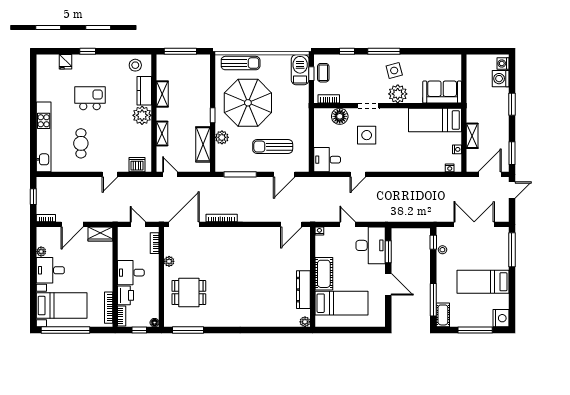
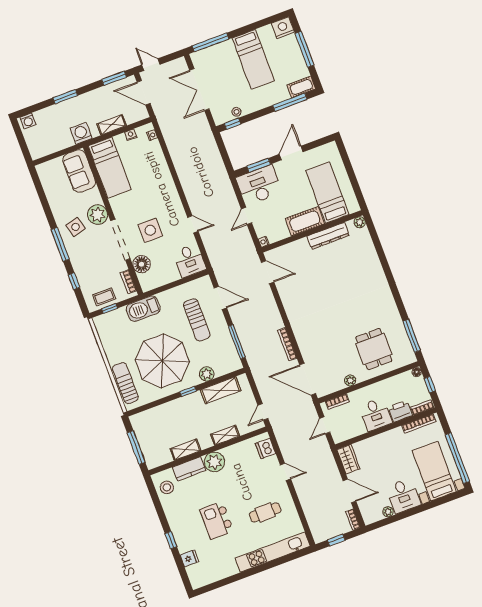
barbecue: (300, 70) -> (143, 309), moved
washing machine: (501, 79) -> (81, 133), moved, turned 180
doorway: (368, 106) -> (120, 240), width x1.88

